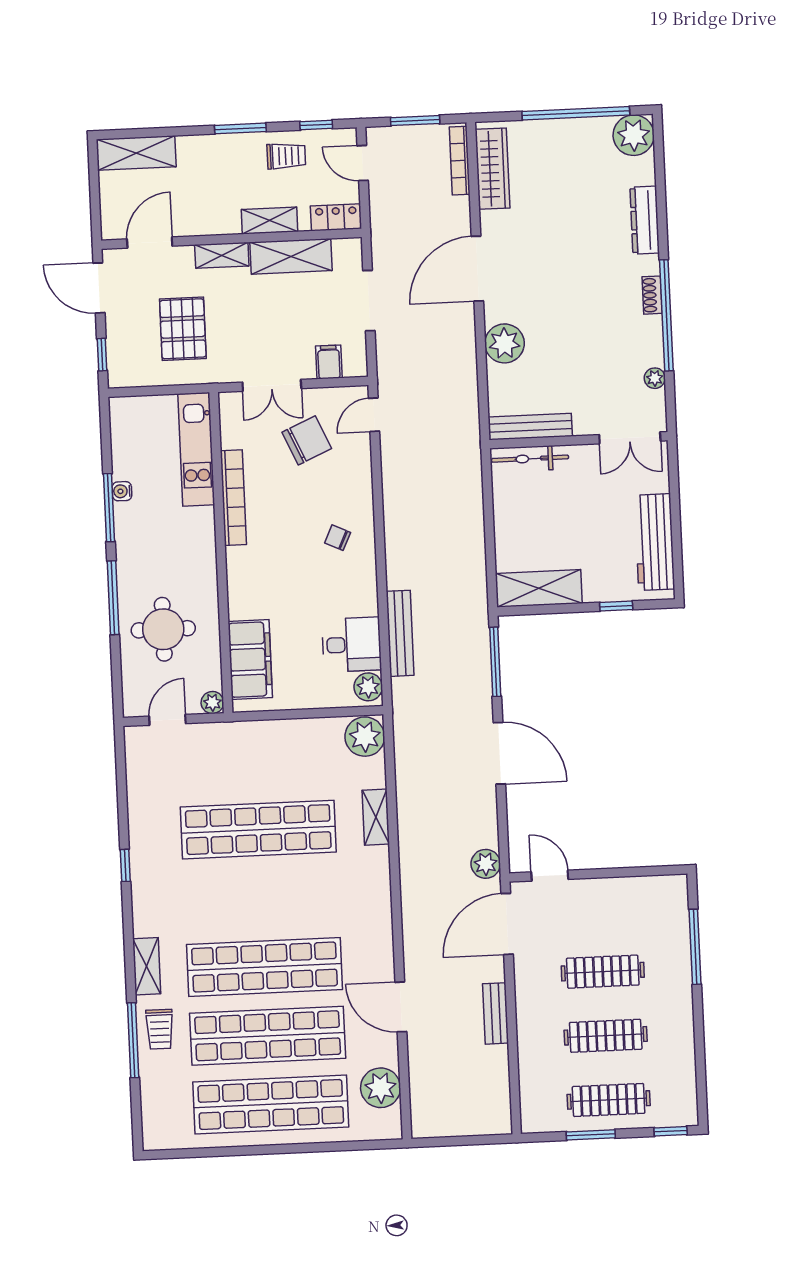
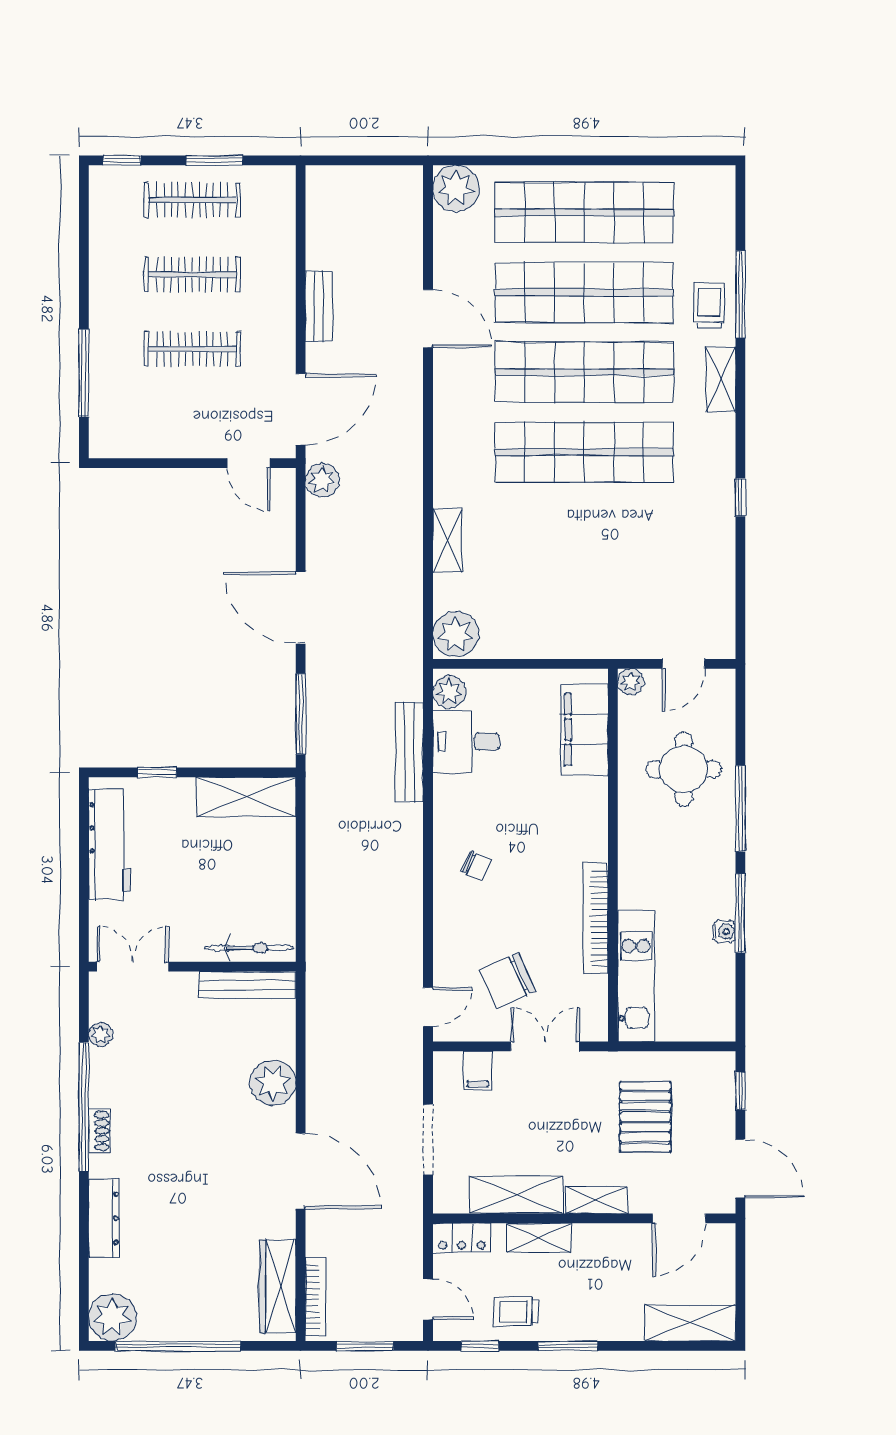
door: (477, 269) -> (301, 1171), hinge flipped
shop shelf: (258, 830) -> (584, 452), moved
plant: (381, 1088) -> (456, 188), moved

